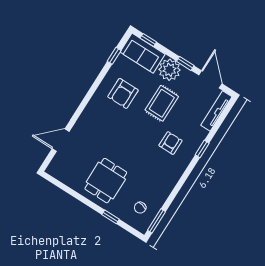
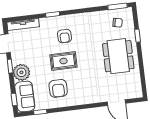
armchair: (123, 93) -> (58, 88), turned 90
rug: (162, 103) -> (64, 61), moved
armchair: (170, 143) -> (64, 36), turned -90
dining table: (106, 181) -> (118, 56), width x1.38

